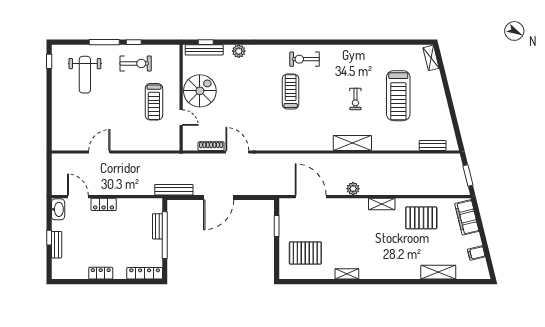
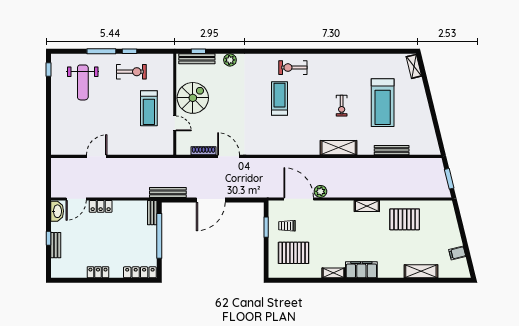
bench: (433, 145) -> (392, 150), moved, width x1.36
plant: (353, 189) -> (320, 191), moved
door: (78, 197) -> (76, 199), swing flipped
filing cabinet: (467, 217) -> (361, 270), moved, turned 104
trolley: (298, 225) -> (287, 226), added
bench: (157, 226) -> (152, 213), moved

